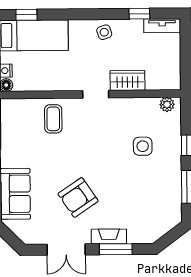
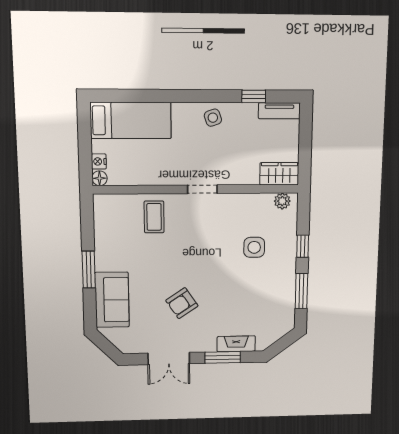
window: (26, 15) -> (122, 96), removed
wardrobe: (128, 81) -> (279, 174), moved
armchair: (78, 197) -> (182, 303), width x0.72, depth x0.72
fireplace: (109, 237) -> (236, 344), moved

